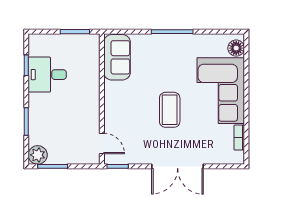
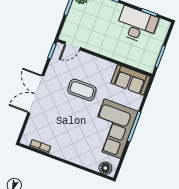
desk: (47, 75) -> (137, 25), width x1.37
corner sofa: (221, 91) -> (112, 129), moved, turned -90
coffee table: (170, 110) -> (82, 90), moved

